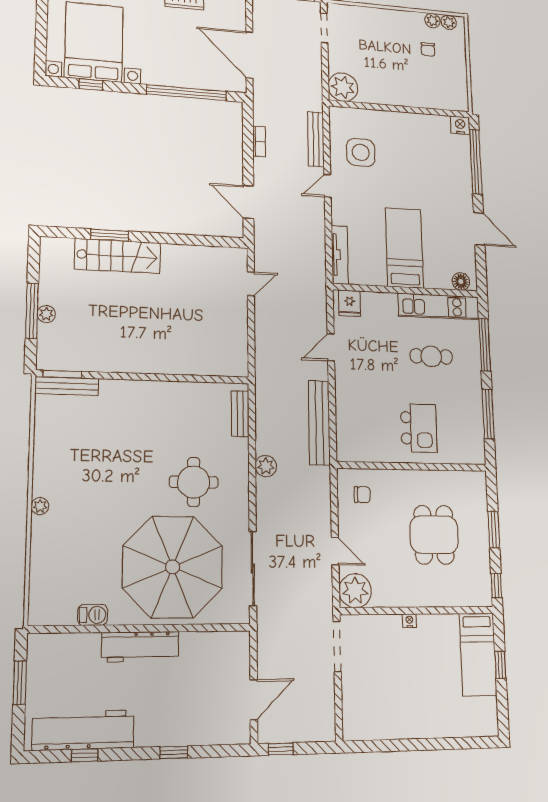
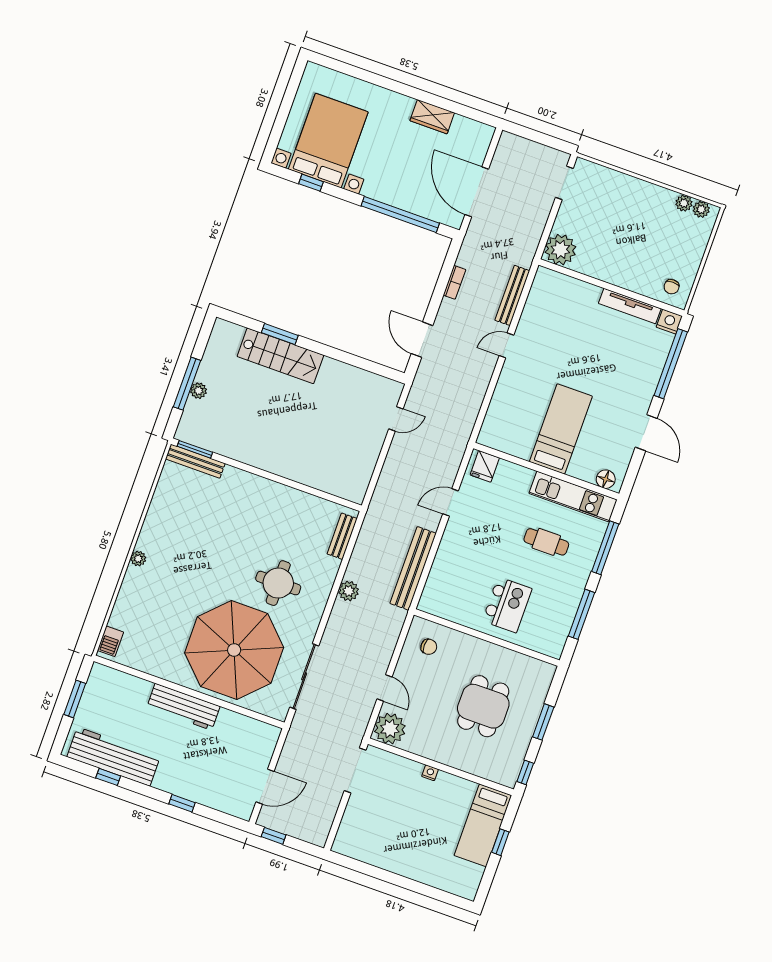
chair: (428, 49) -> (672, 287), moved
side table: (361, 152) -> (553, 321), removed
tv unit: (340, 255) -> (630, 306), moved, turned 90
barbecue: (93, 615) -> (110, 641), moved, turned 90

